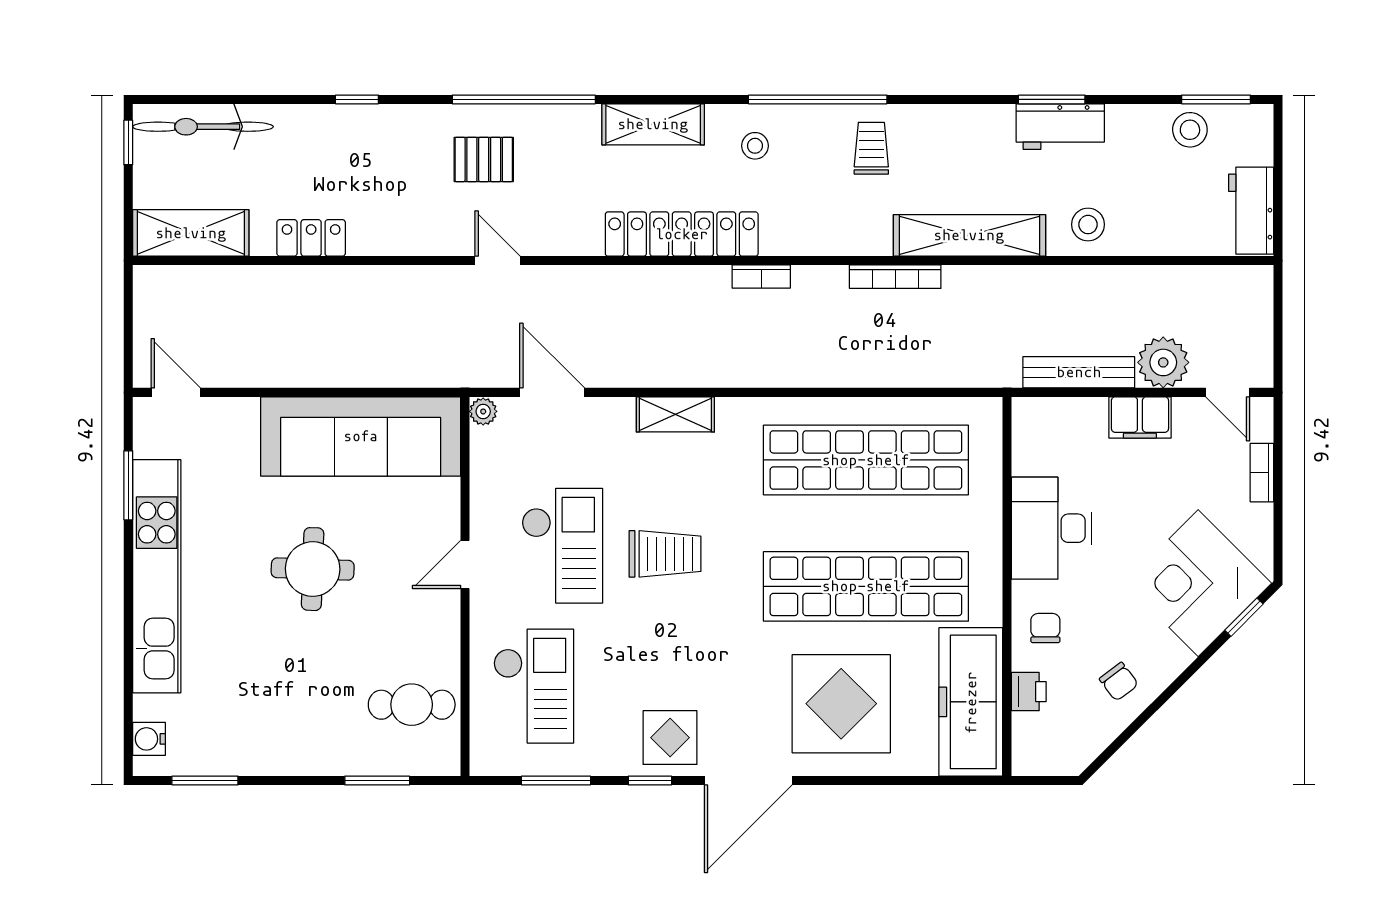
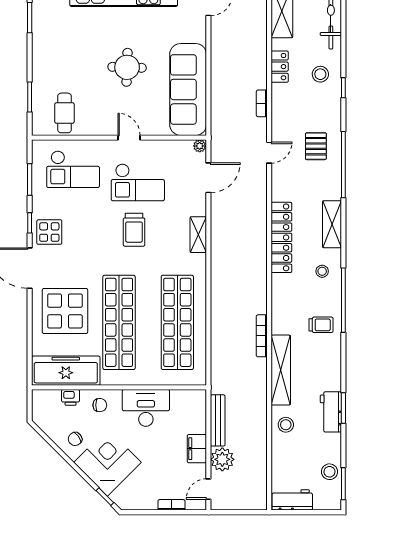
stool: (328, 150) -> (320, 74), added
bookcase: (761, 277) -> (262, 103), moved
corner desk: (1198, 583) -> (107, 462), moved

